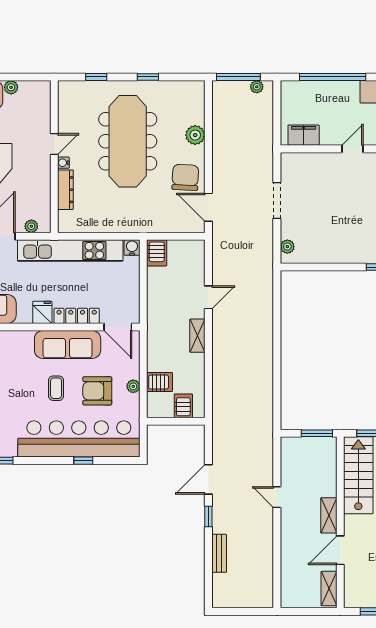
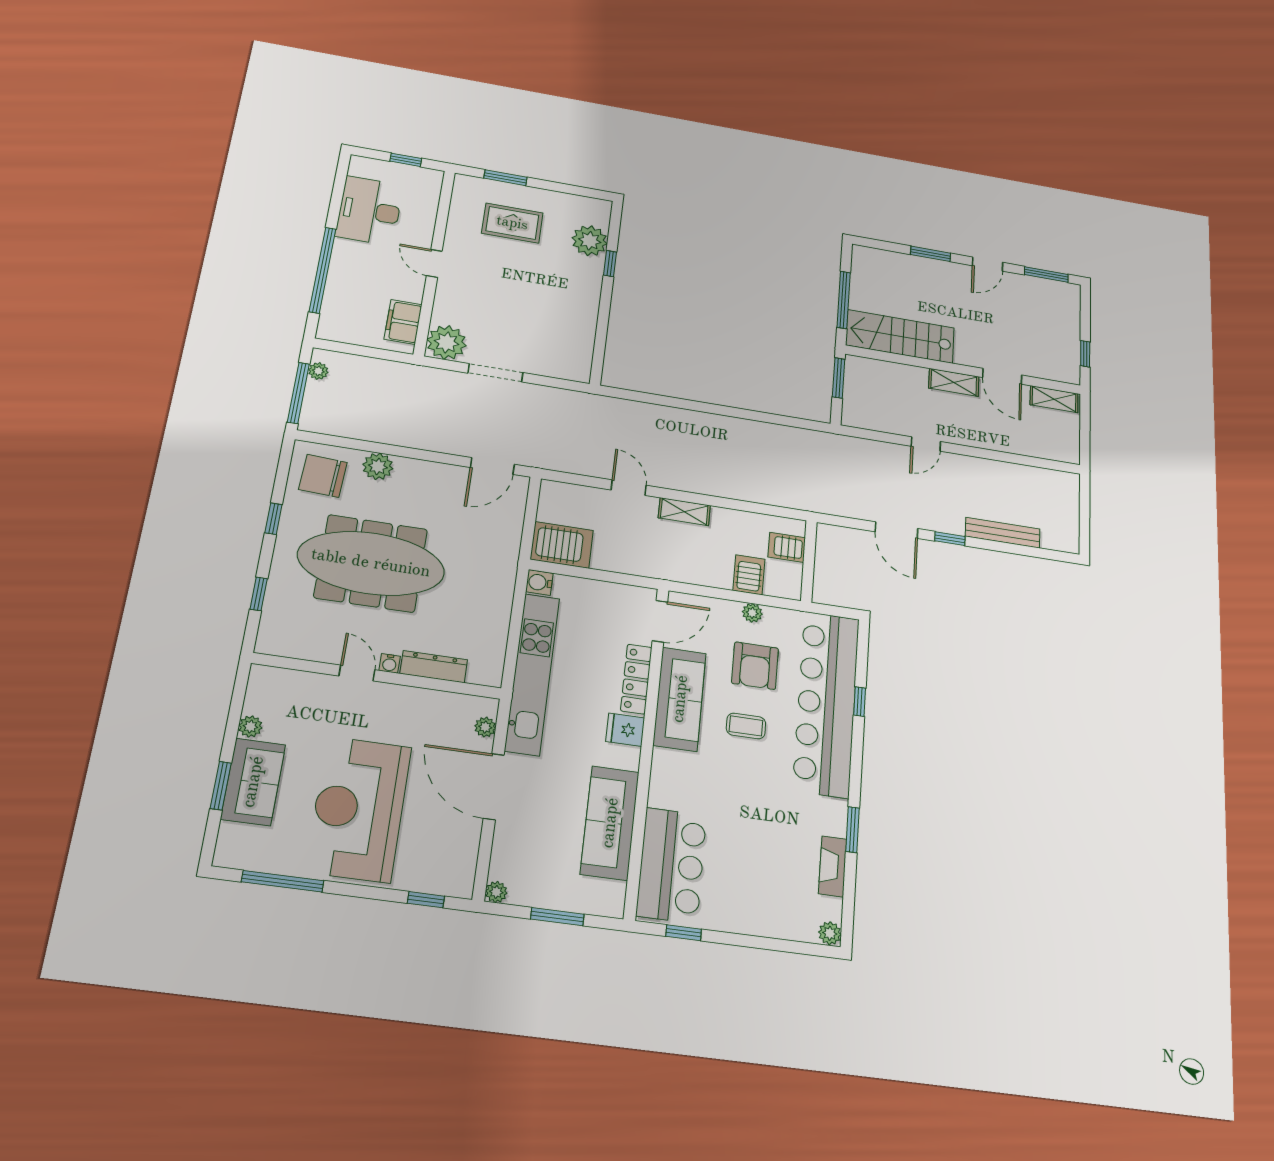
chair: (185, 177) -> (323, 476), moved
plant: (287, 247) -> (447, 342), moved, width x1.88, depth x1.88
server rack: (157, 253) -> (562, 545), width x1.36, depth x1.44
bench: (219, 553) -> (1003, 533), width x1.36

